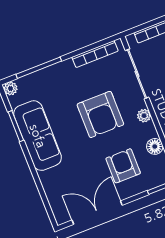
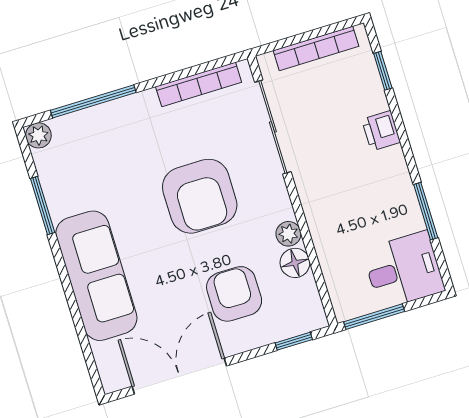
plant: (144, 116) -> (288, 234), moved
sofa: (38, 136) -> (96, 276), moved

